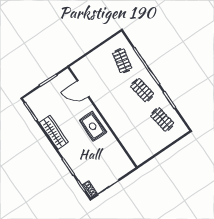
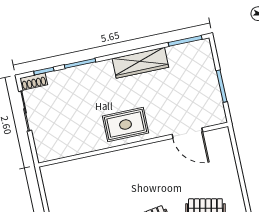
door: (83, 89) -> (187, 133), swing flipped

